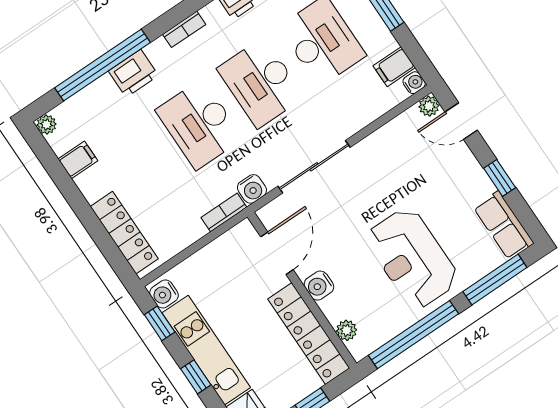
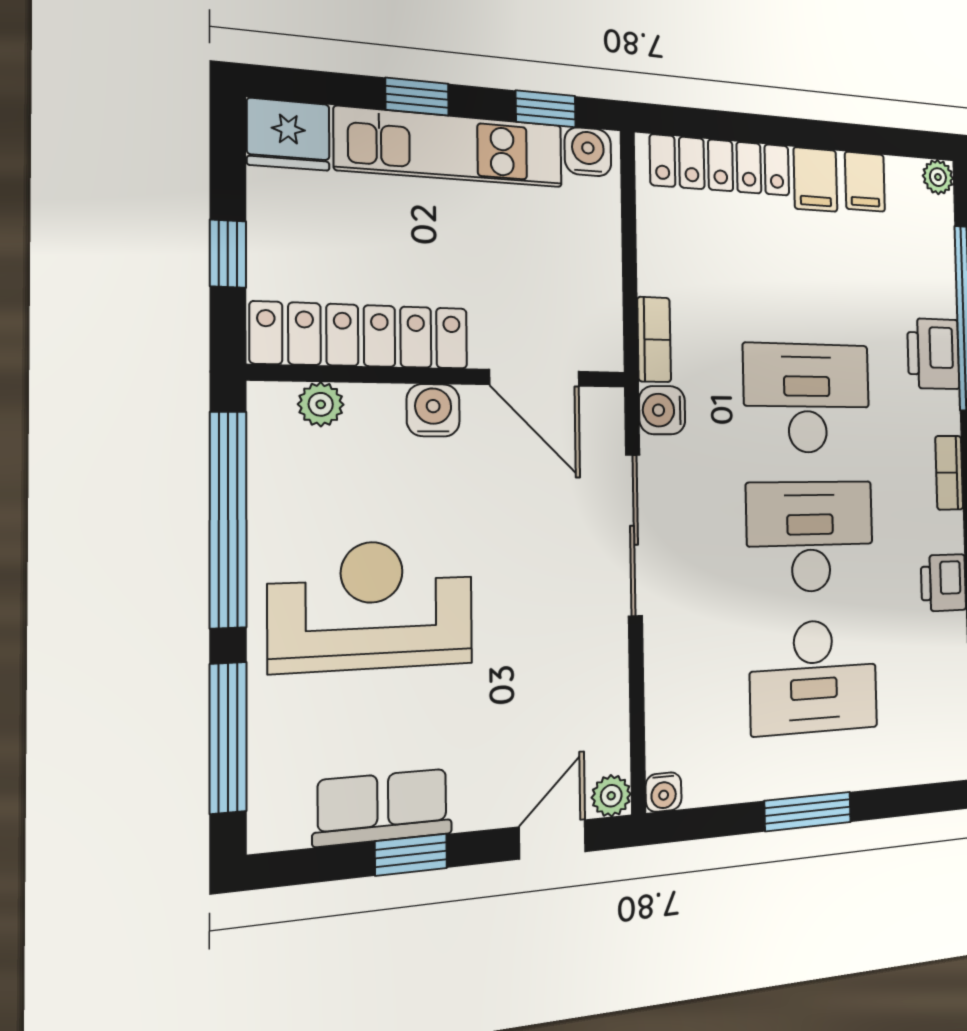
filing cabinet: (394, 67) -> (815, 179), moved, turned 180
row of seats: (504, 225) -> (383, 807), moved

